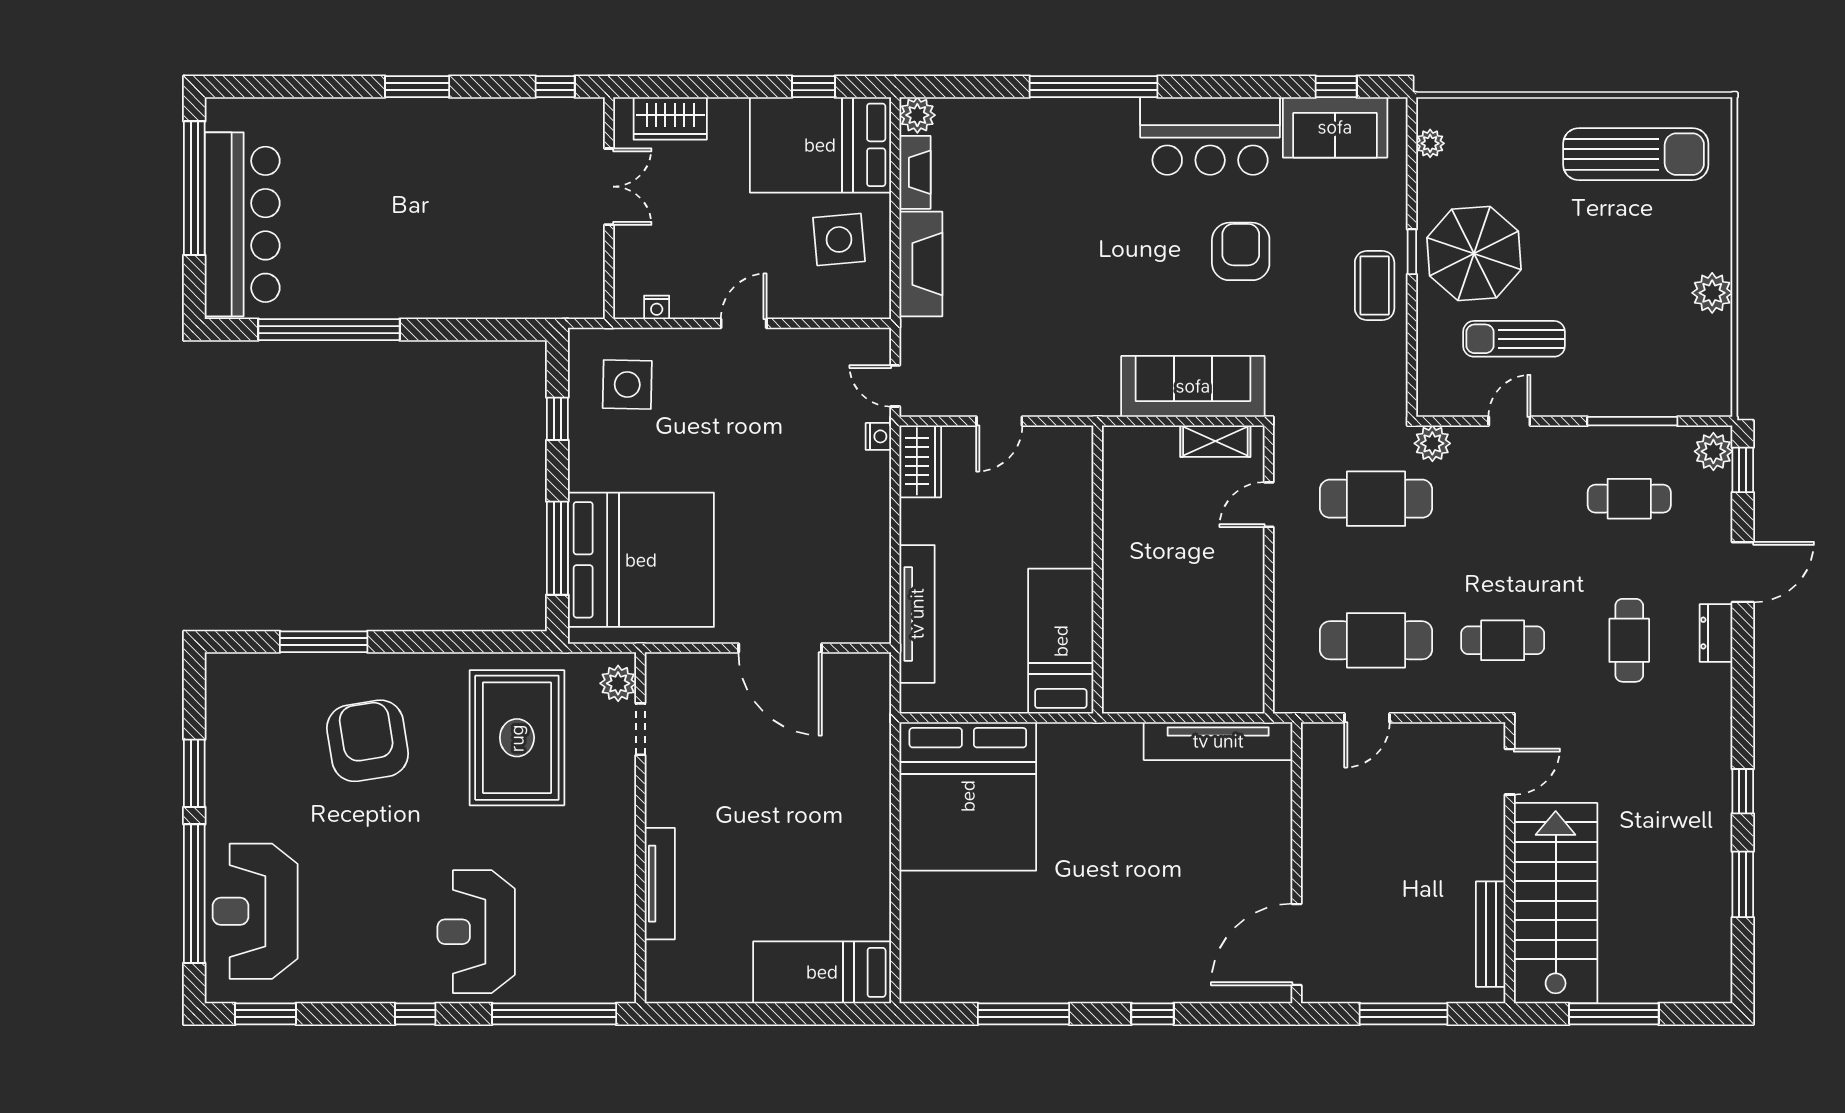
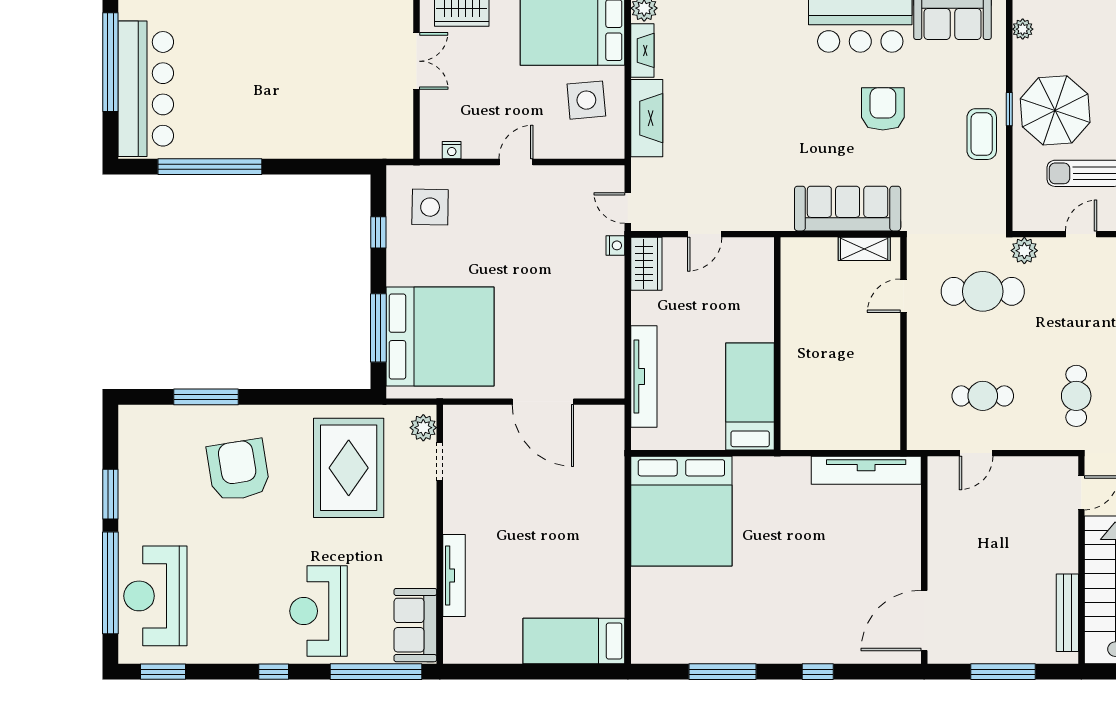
cafe table: (1376, 640) -> (983, 396), width x0.73, depth x0.74
cafe table: (1503, 640) -> (1076, 396), turned 90
sofa: (607, 951) -> (415, 625), added

